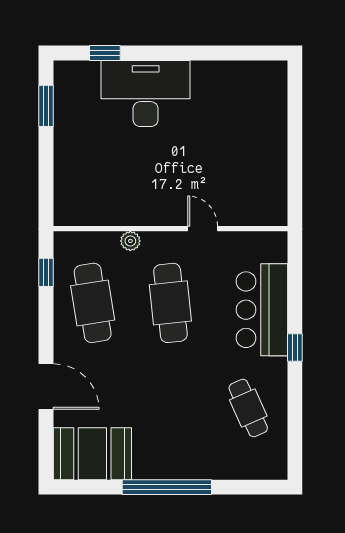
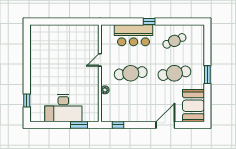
desk: (146, 94) -> (63, 108), moved, turned -90
window: (46, 106) -> (79, 125), moved
cafe table: (93, 303) -> (174, 73), moved
window: (167, 487) -> (207, 75), width x0.47

